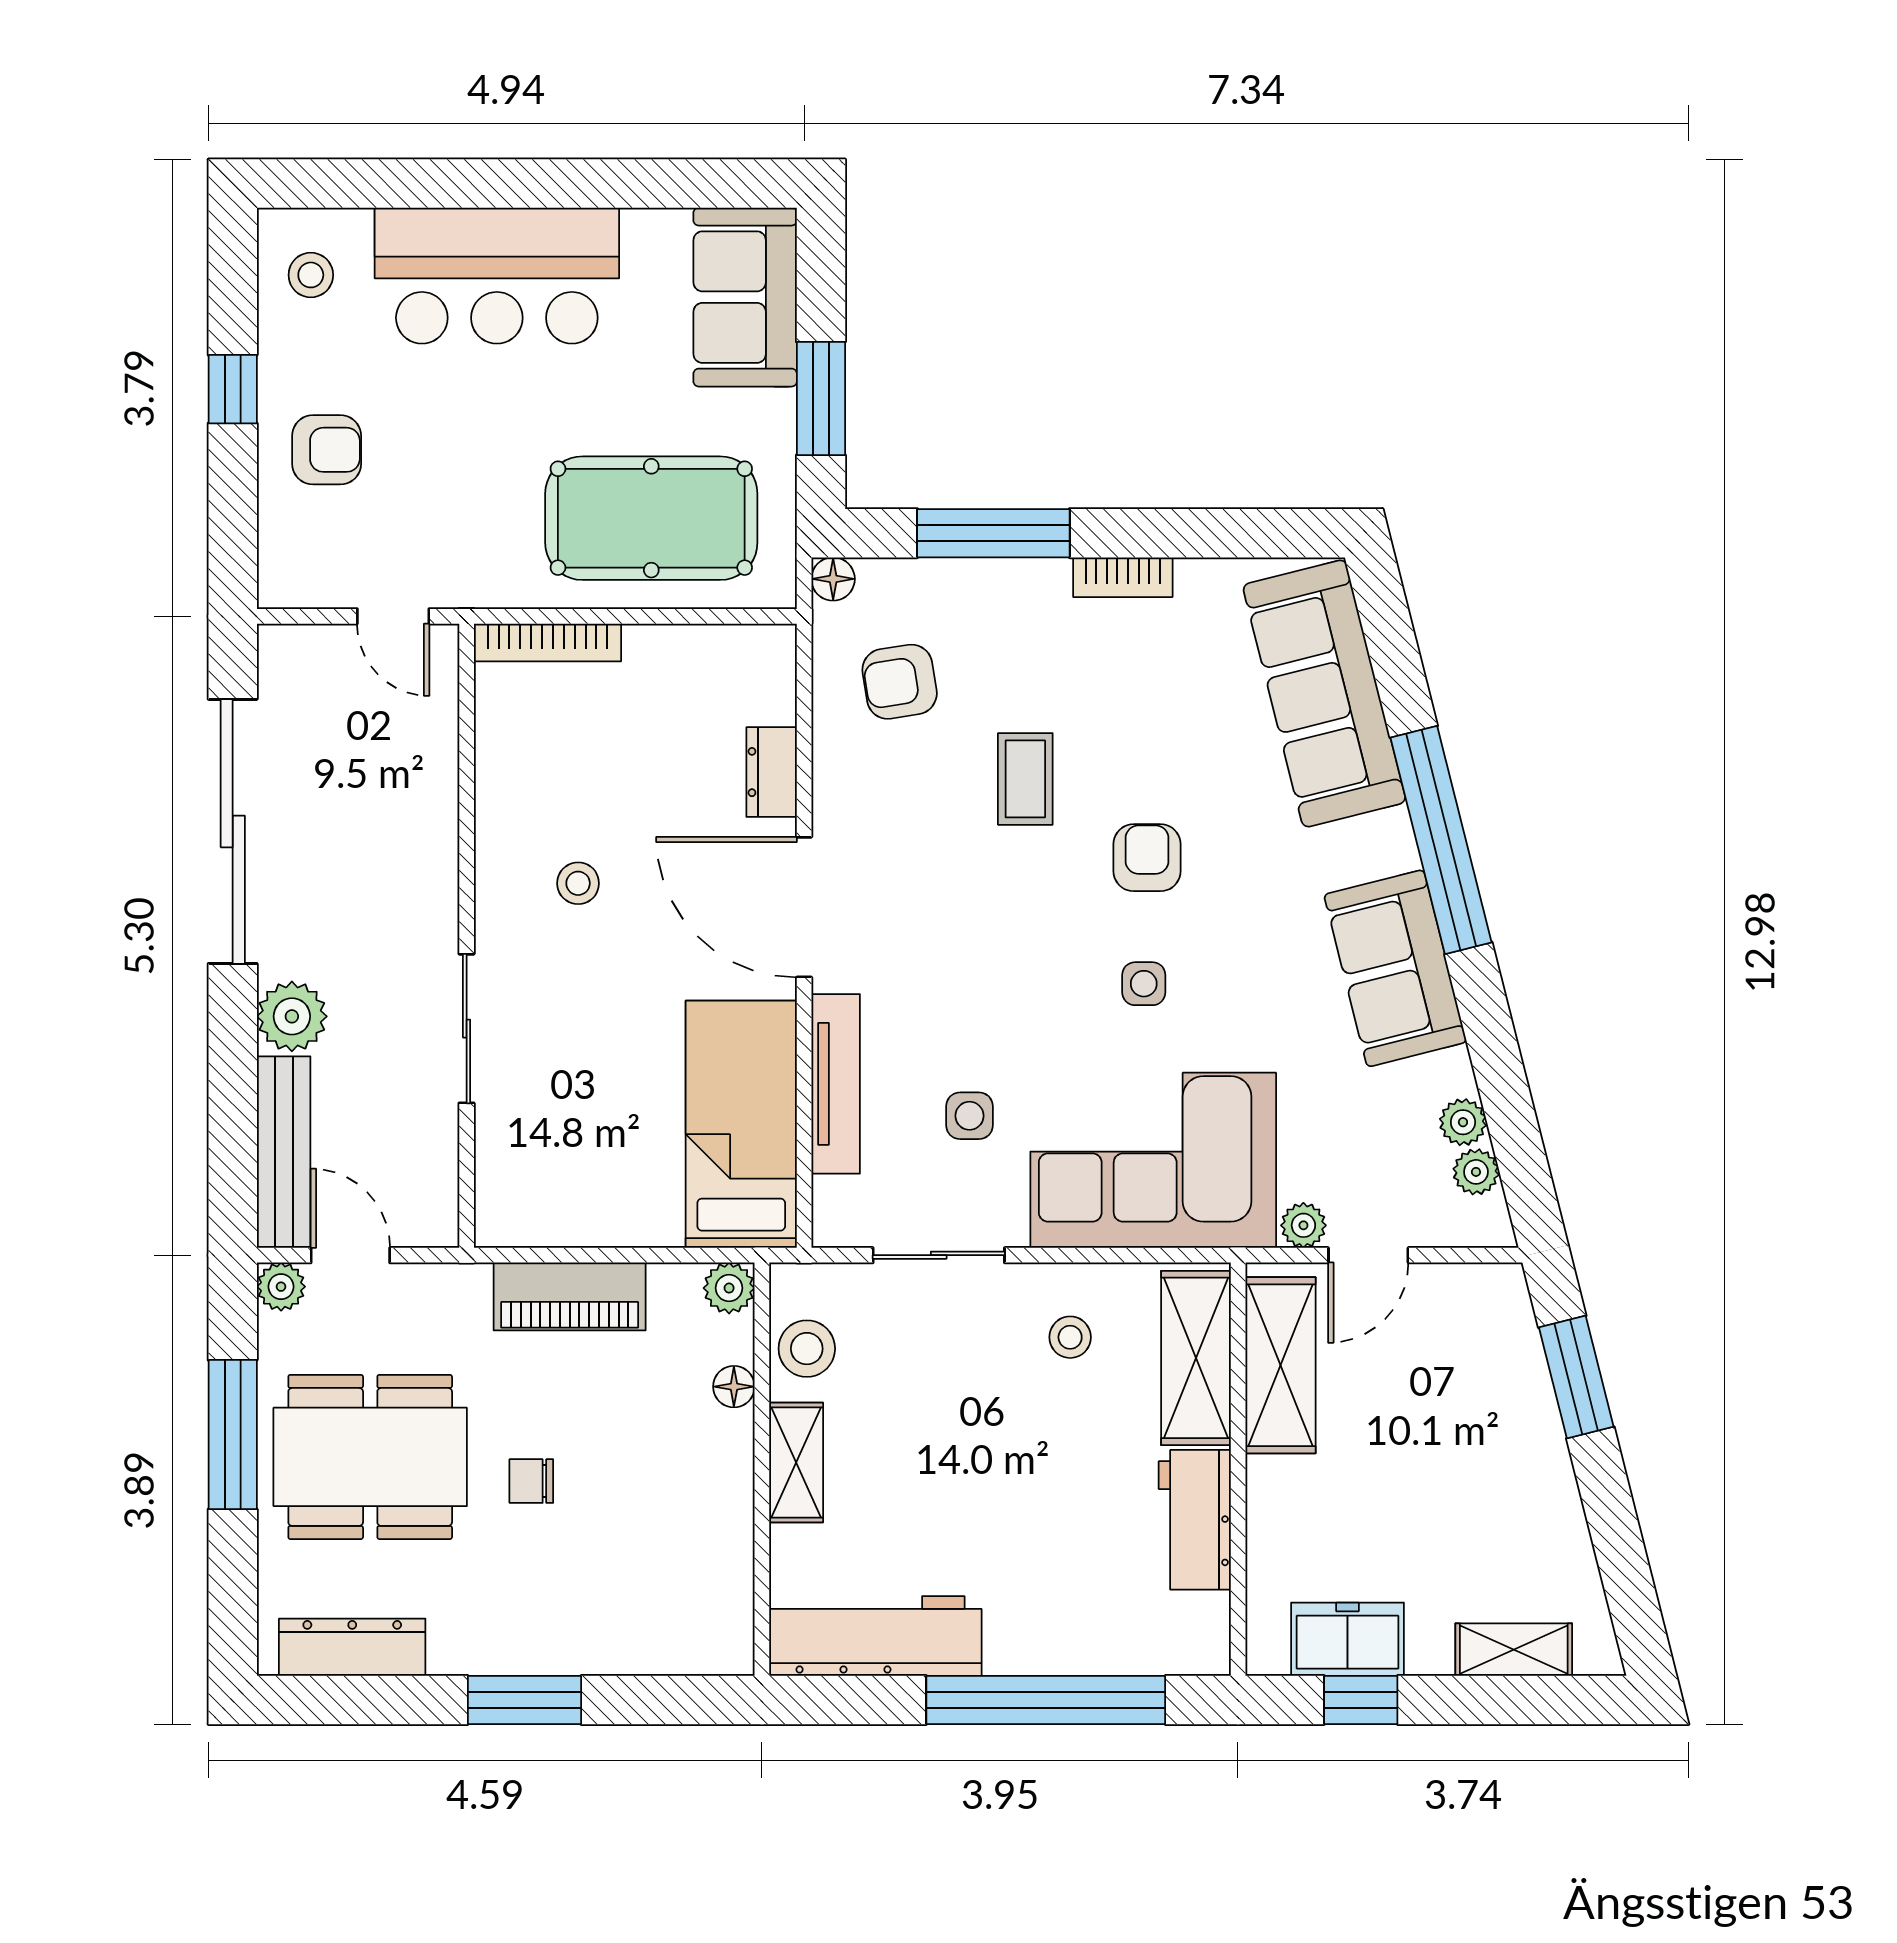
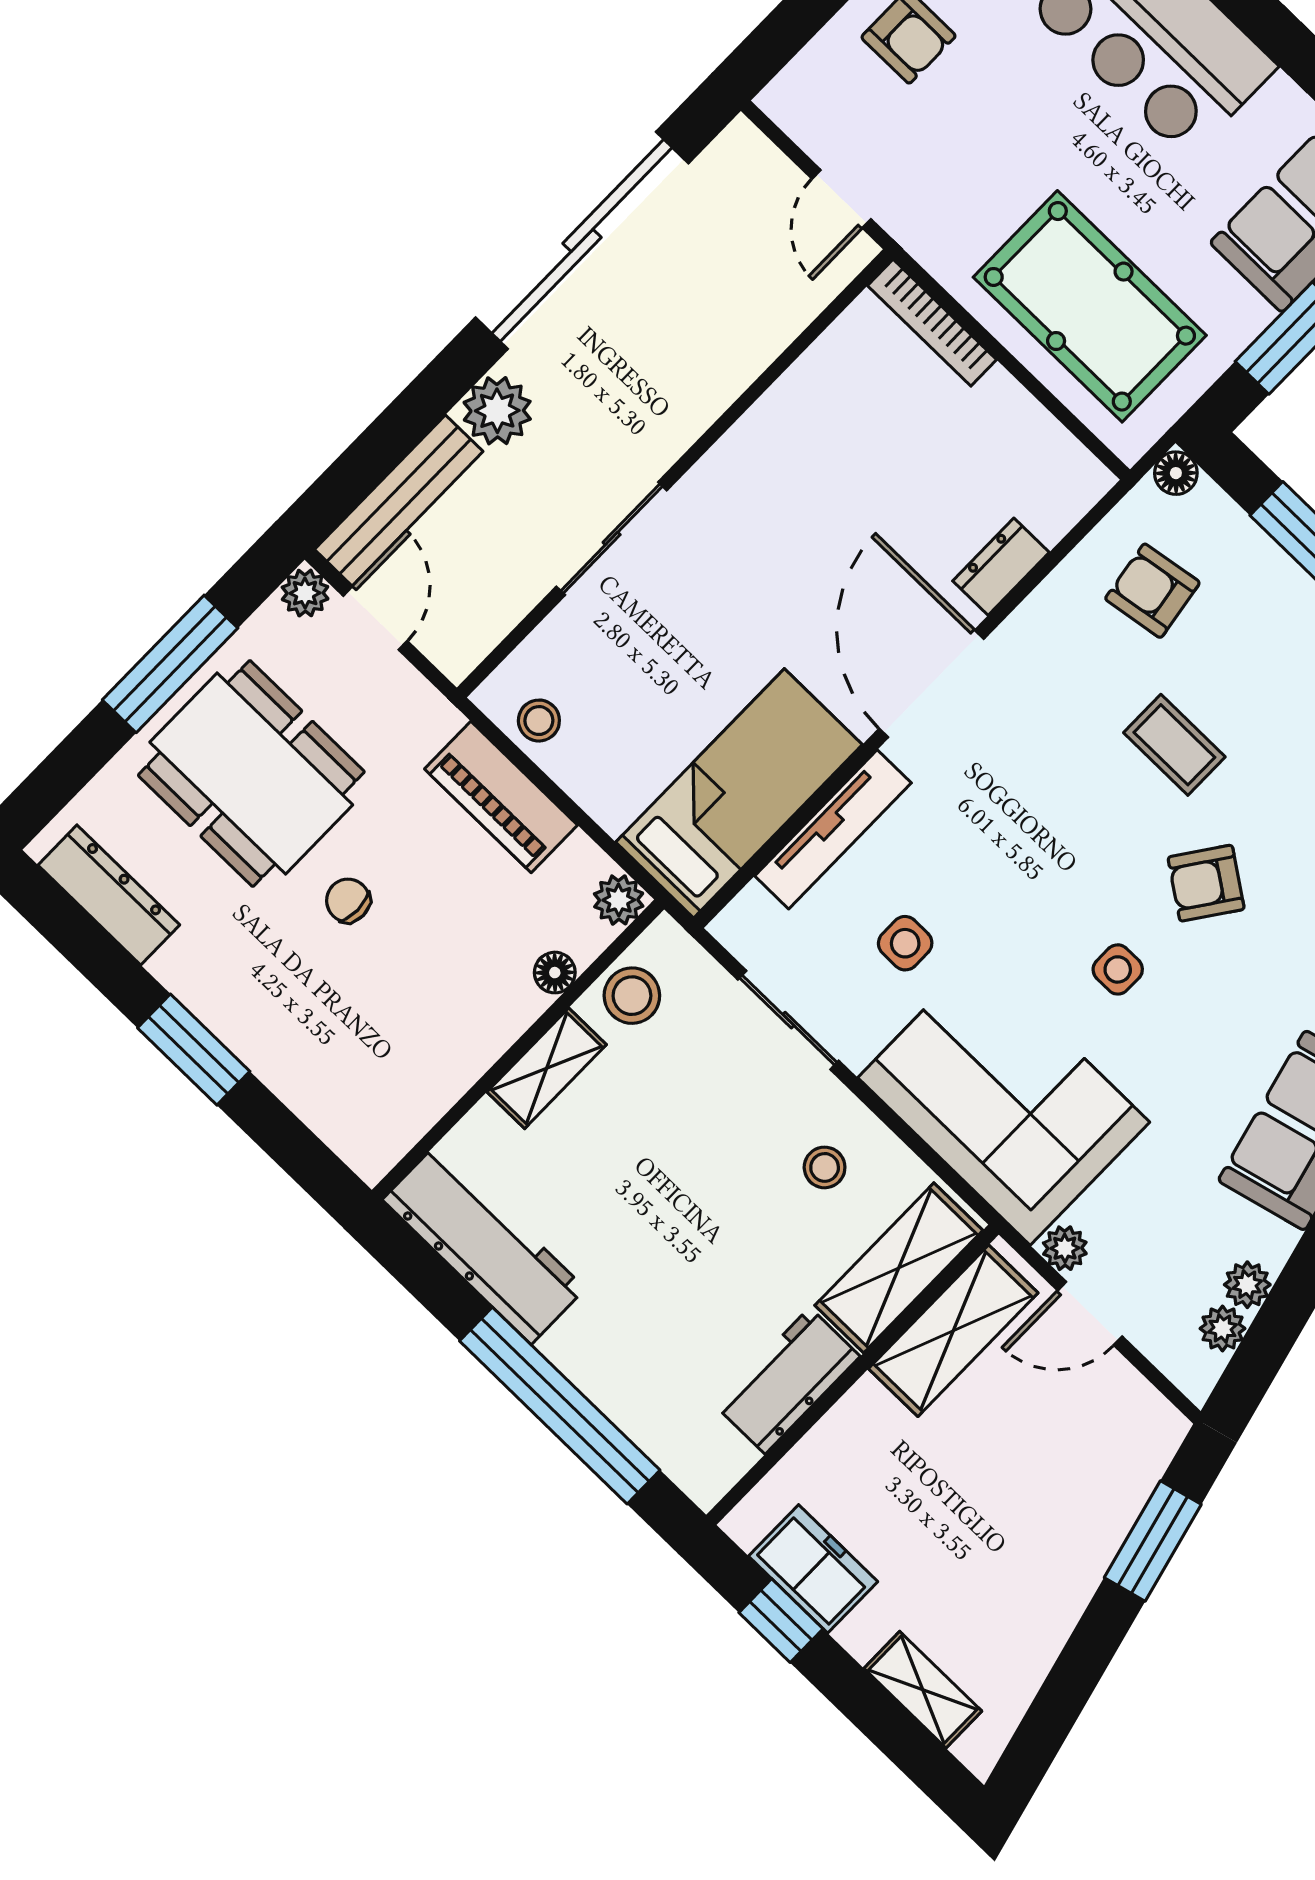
coffee table: (1025, 779) -> (1174, 745), turned 90
armchair: (1147, 858) -> (1206, 883), turned -145
stool: (578, 883) -> (539, 721), moved

